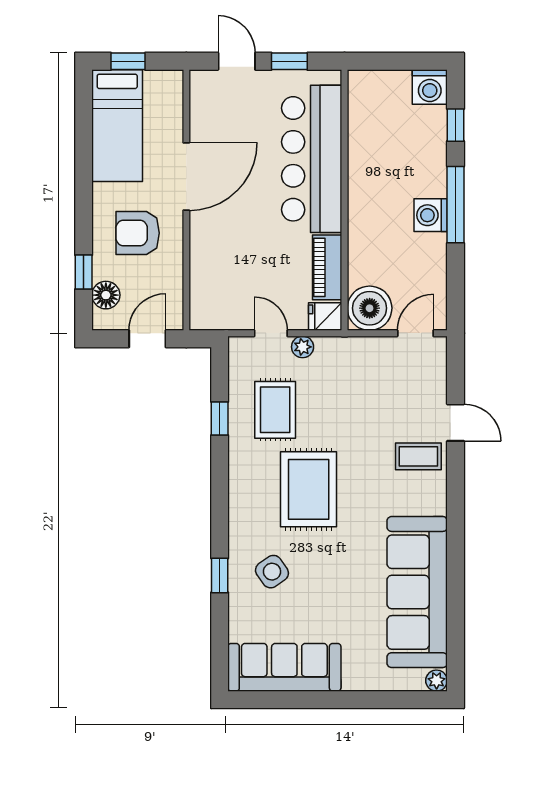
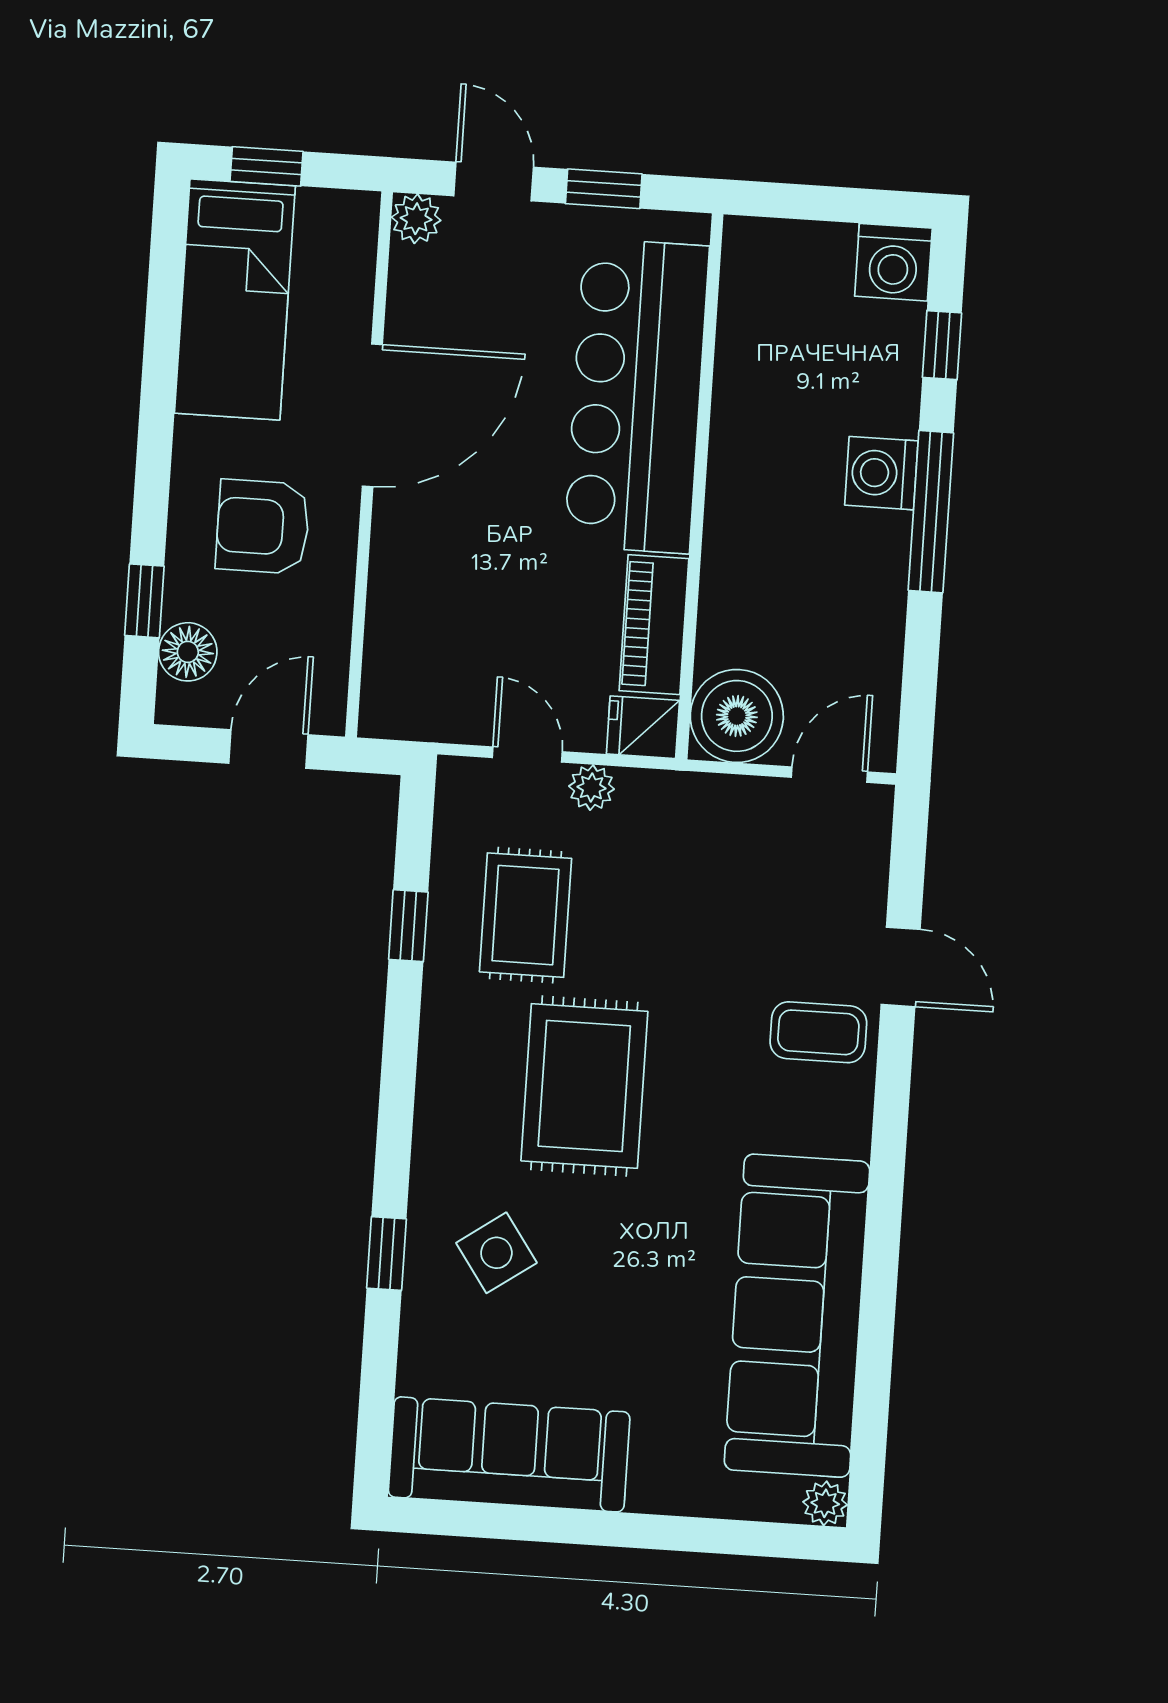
plant: (201, 81) -> (416, 219), added
washing machine: (431, 215) -> (881, 473), moved

